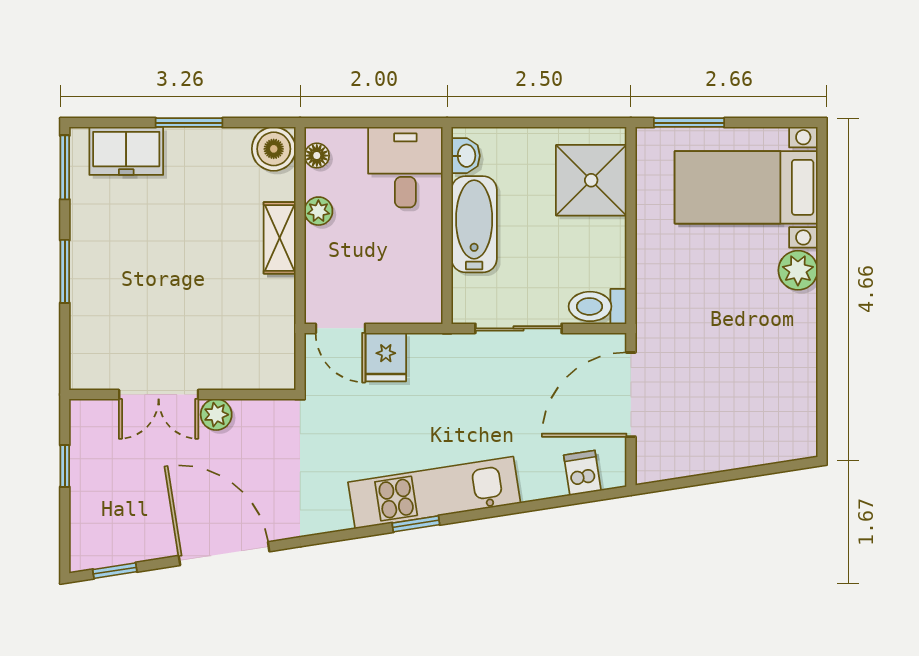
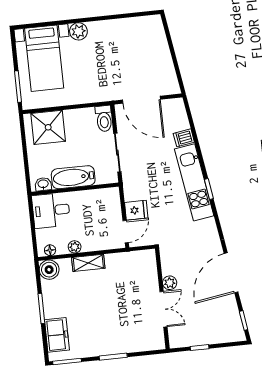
dishwasher: (582, 473) -> (184, 138), moved

